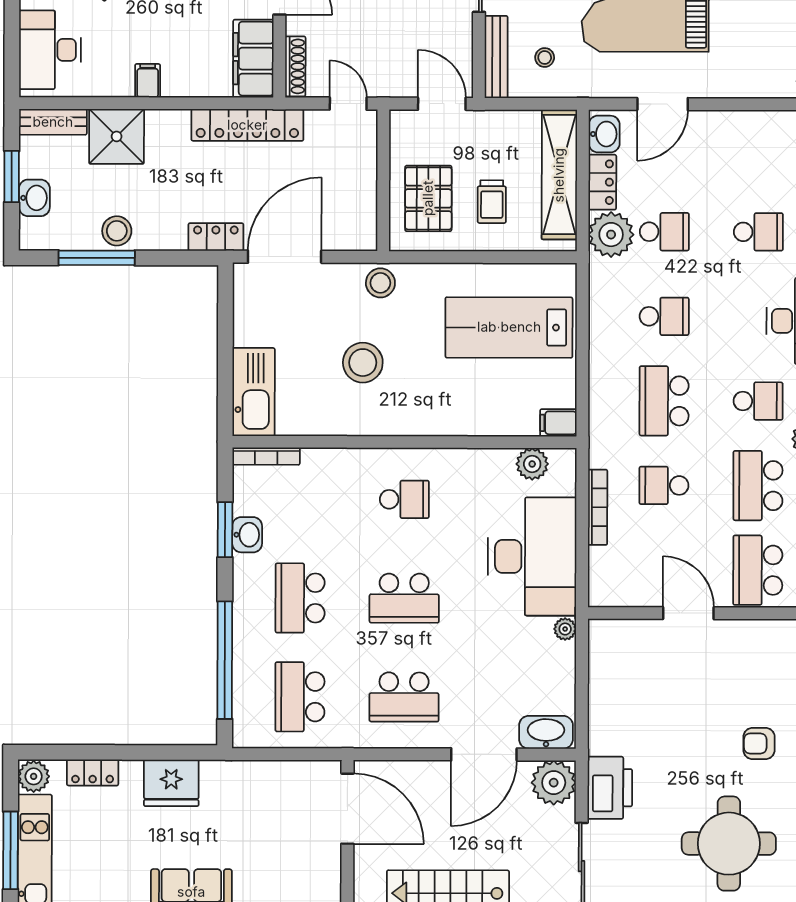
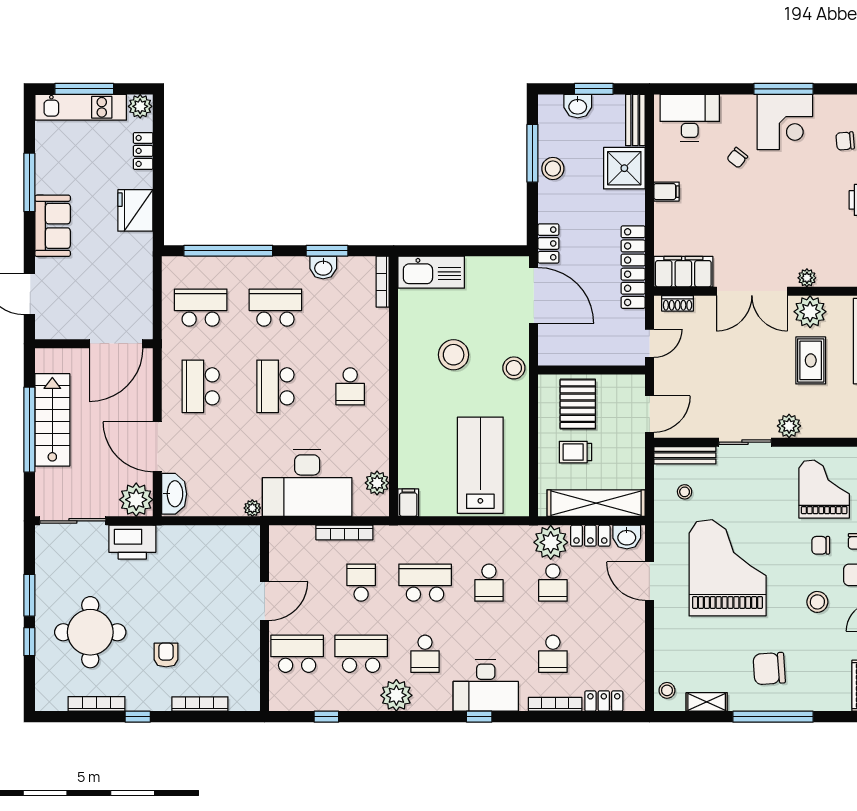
shoe rack: (295, 66) -> (678, 303), width x0.70
pallet: (428, 198) -> (578, 404), turned 90

